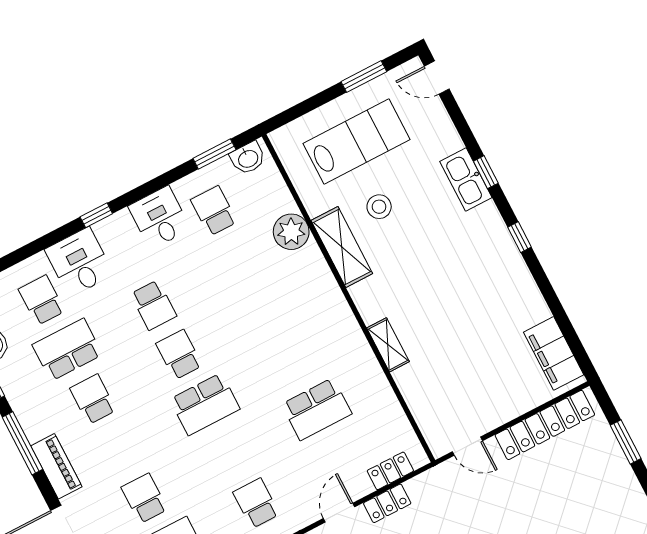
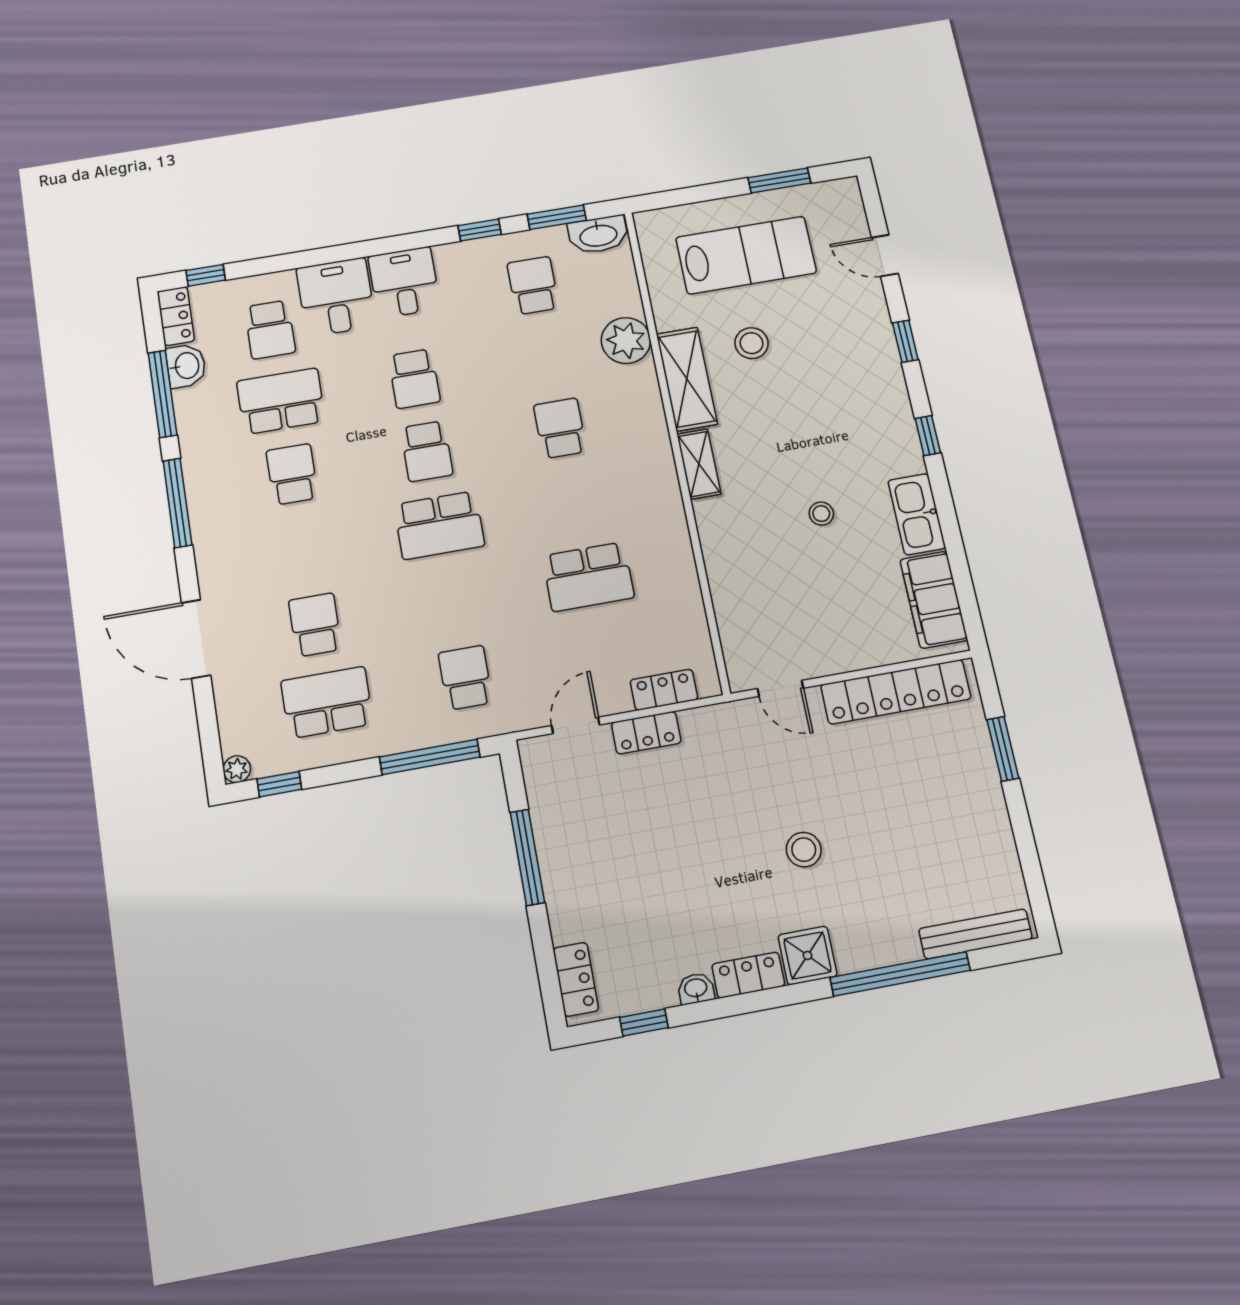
door: (437, 78) -> (885, 255), moved
washbasin: (248, 158) -> (598, 235), width x1.38
kitchen sink: (466, 179) -> (917, 514), moved
window: (96, 215) -> (480, 230), moved
desk: (160, 218) -> (404, 282), moved
school desk: (42, 300) -> (270, 330), turned 180
school desk: (265, 310) -> (560, 428), added
stool: (461, 316) -> (821, 514), added
shelving: (388, 345) -> (699, 464), moved
school desk: (179, 355) -> (427, 451), turned 180
piano: (56, 466) -> (212, 547), removed

